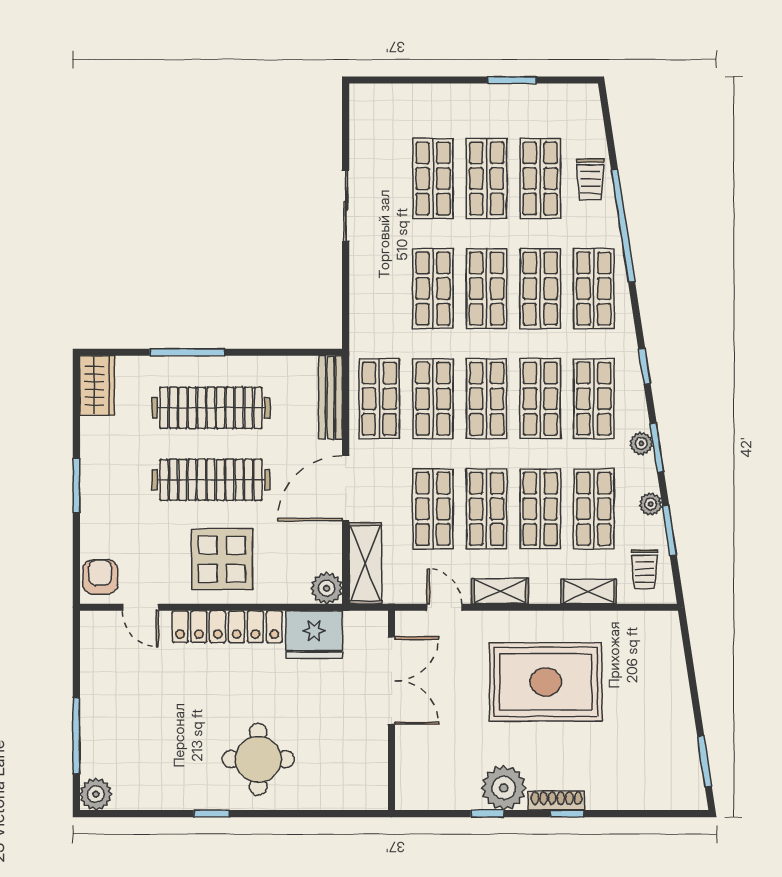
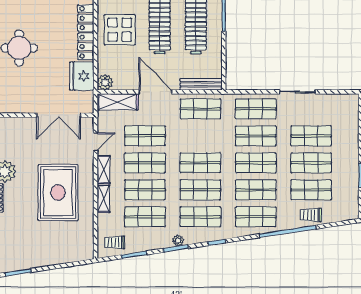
shop shelf: (433, 399) -> (256, 109), moved
plant: (651, 504) -> (147, 245), removed
shelving: (589, 592) -> (103, 199), moved

